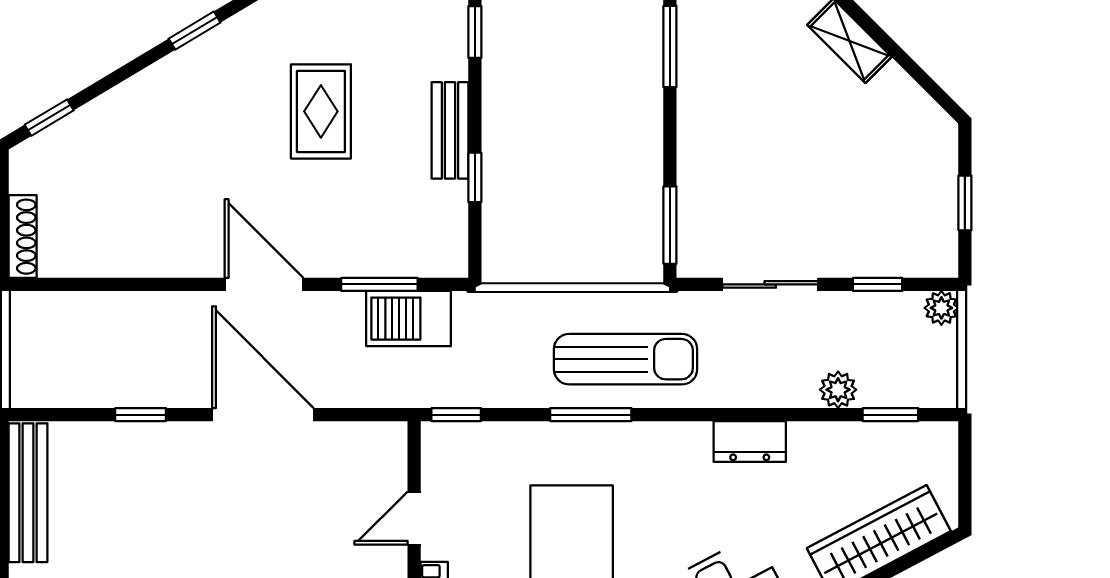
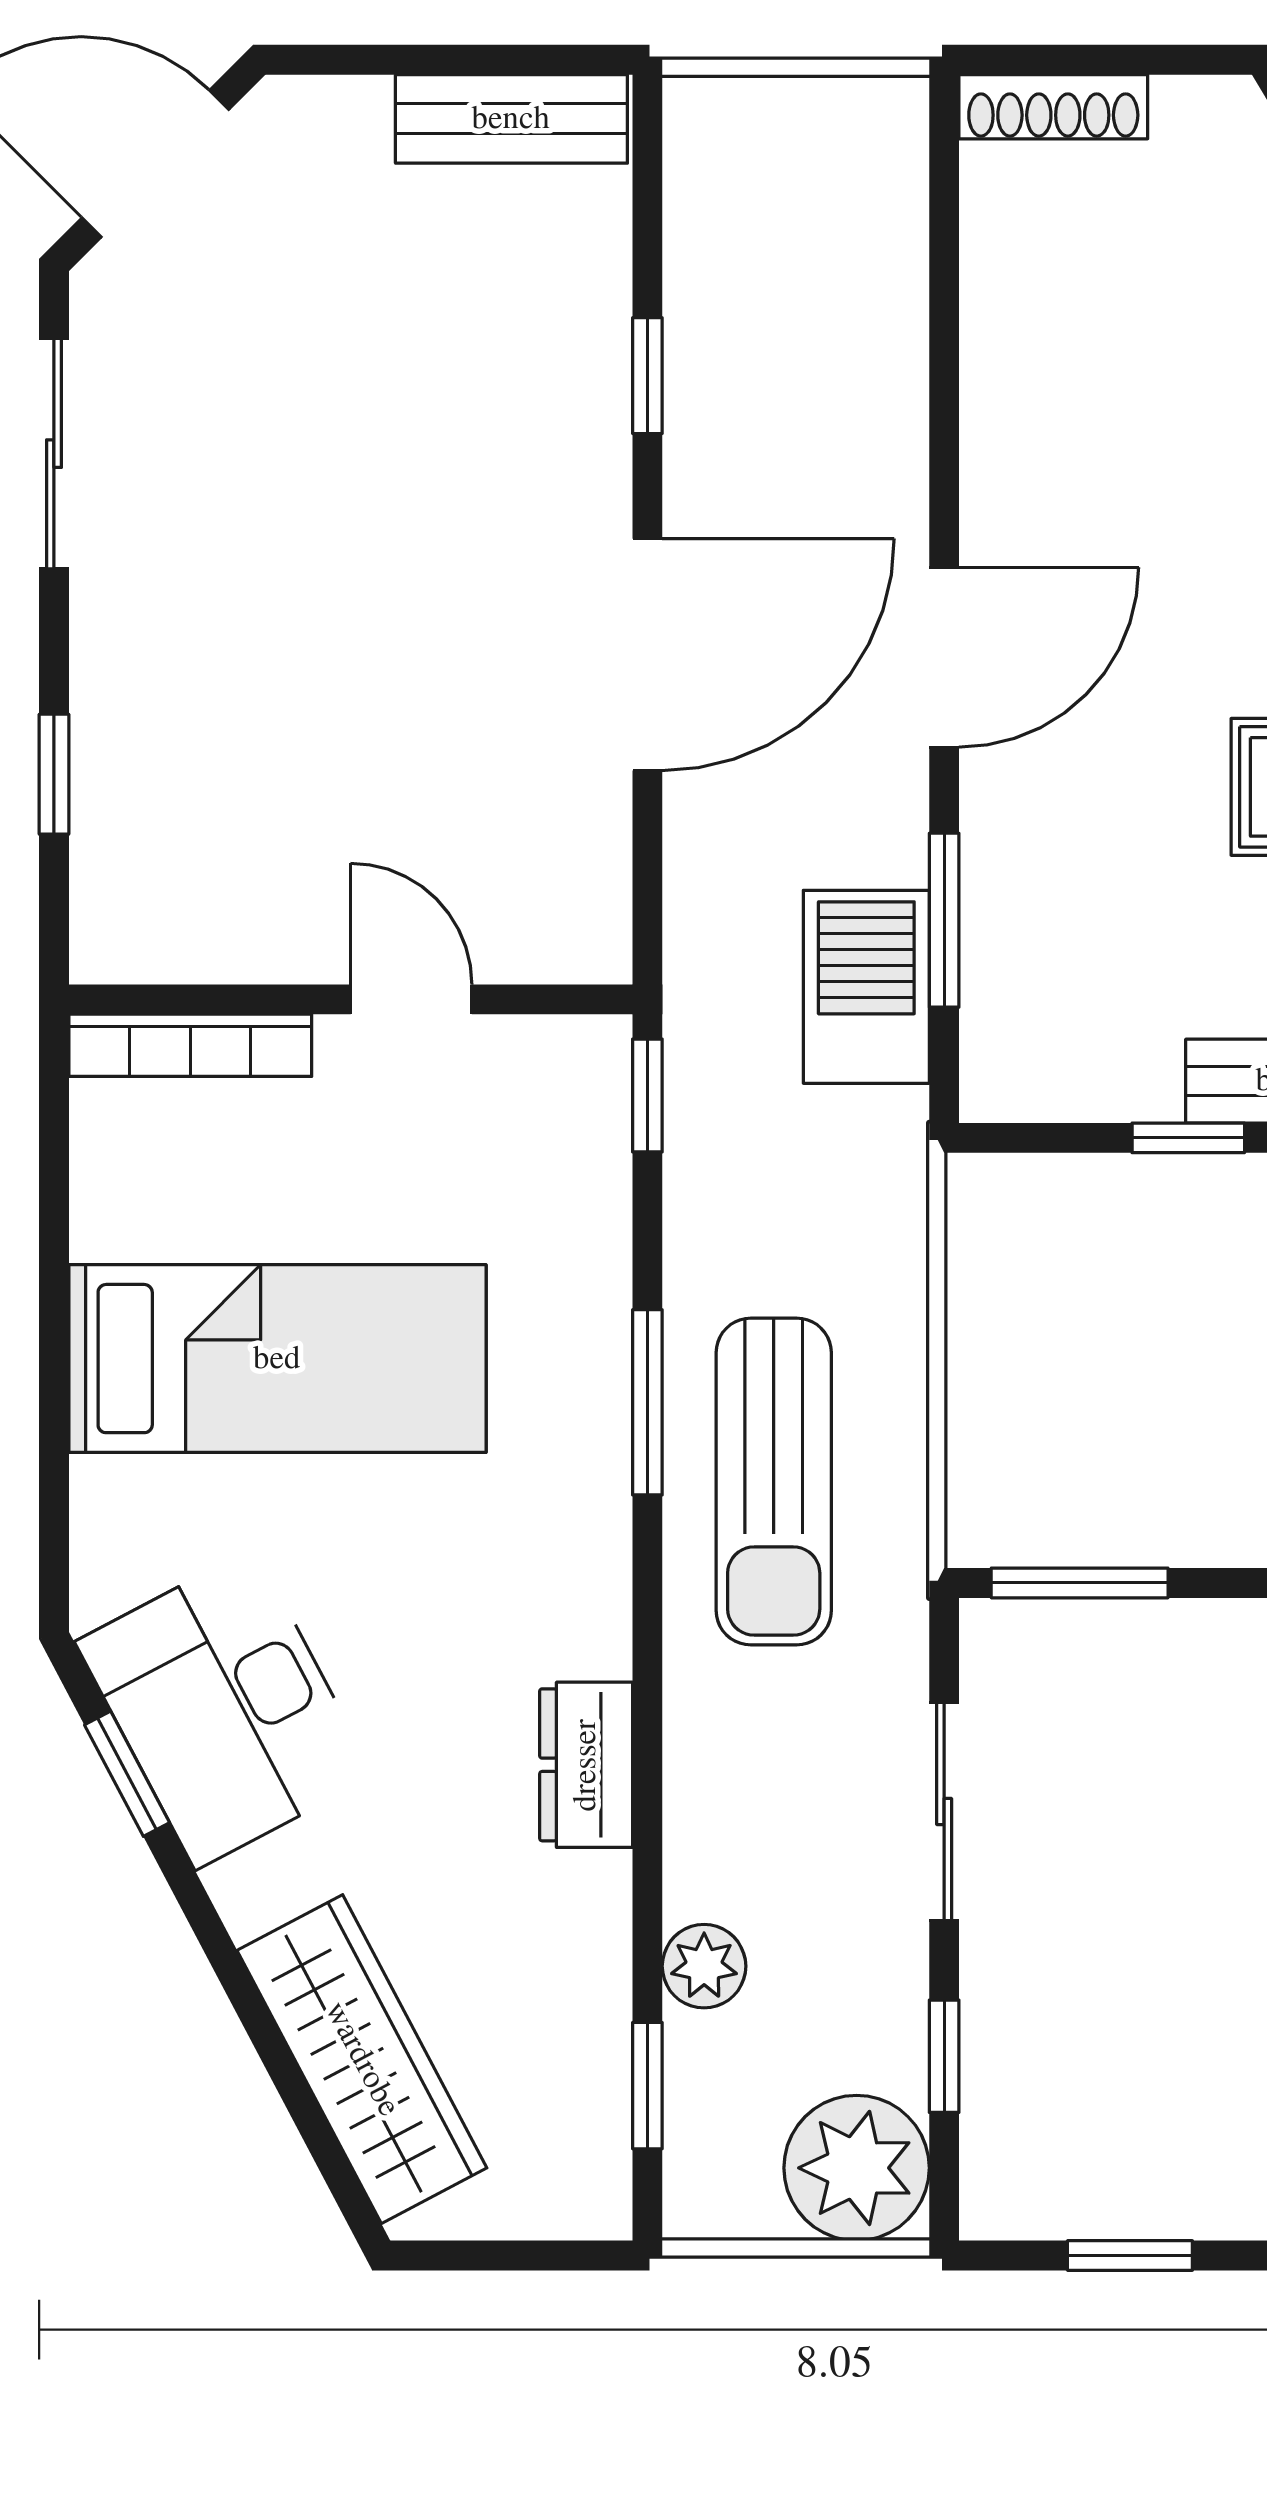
plant: (941, 308) -> (857, 2168), width x1.88, depth x1.88
bench: (28, 493) -> (511, 119), width x0.73

